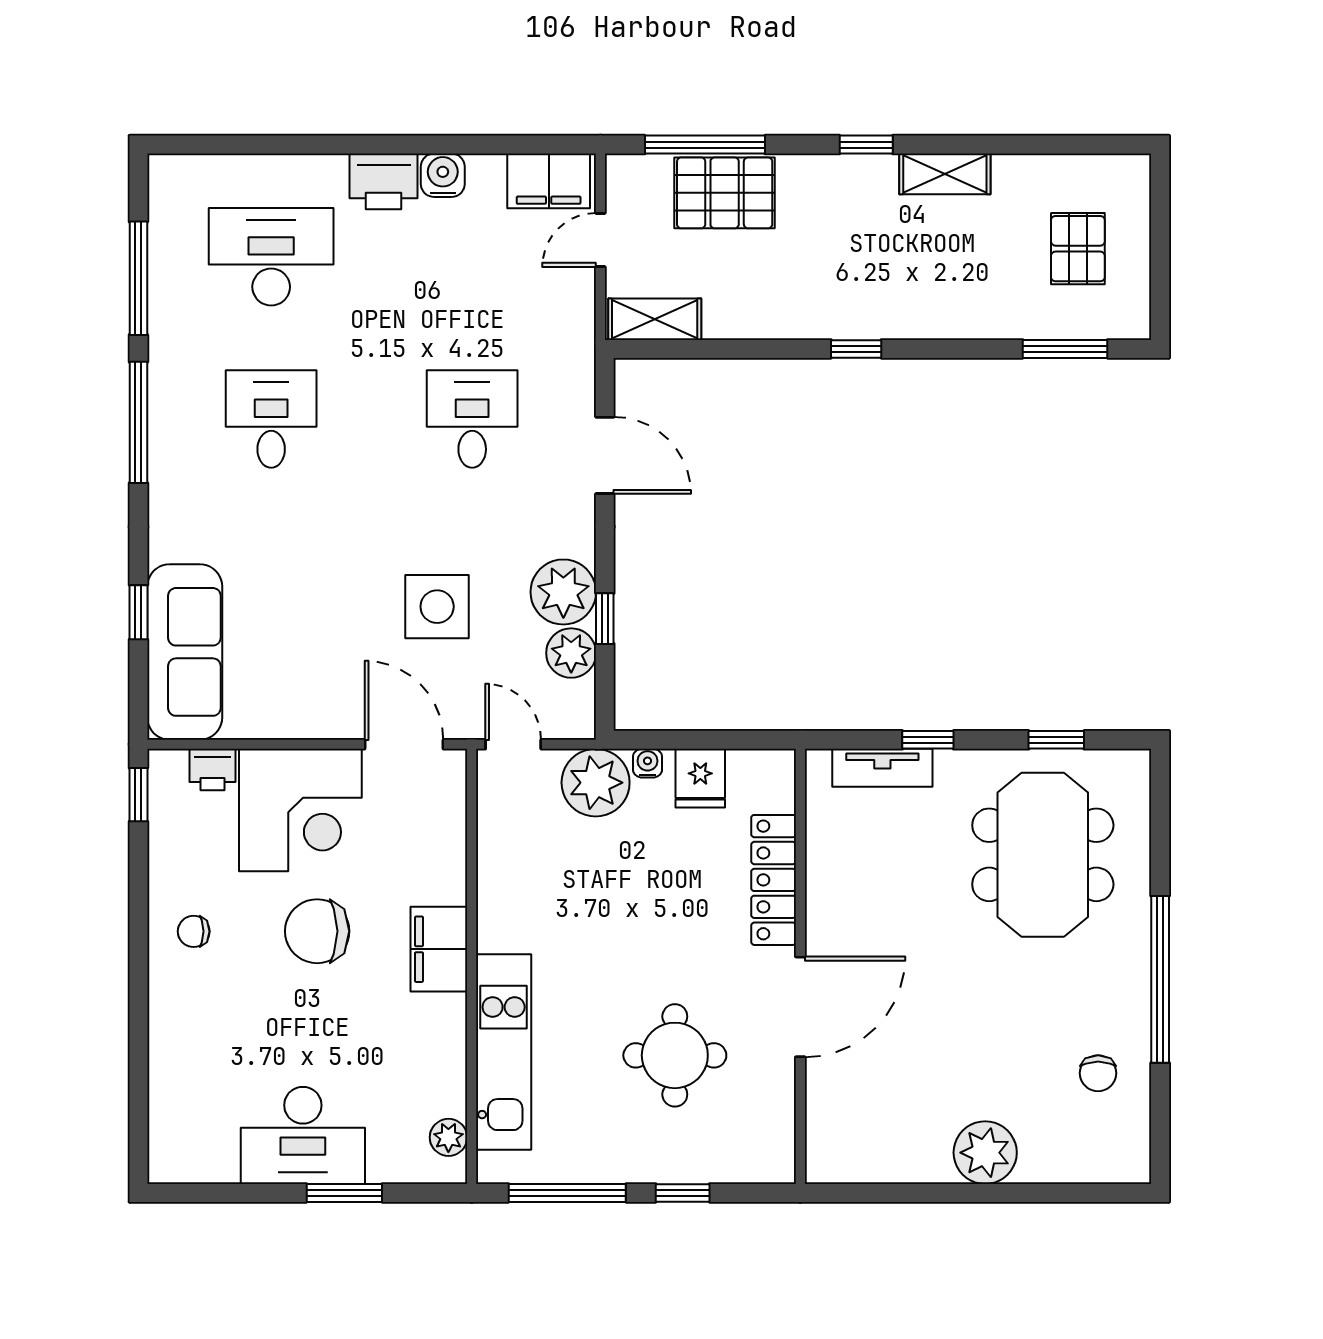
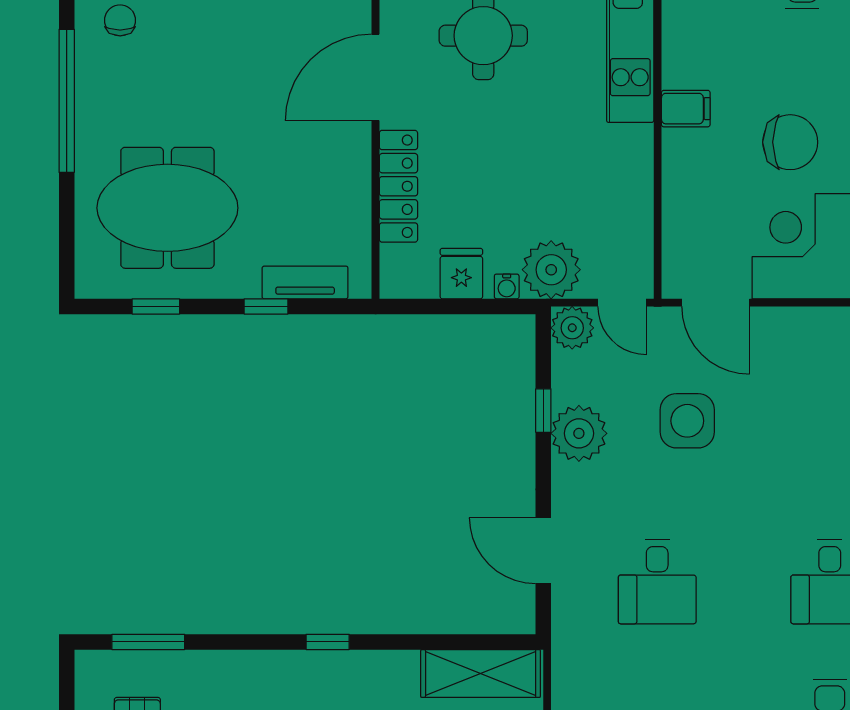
shelving: (655, 319) -> (481, 673), width x1.50, depth x1.33
plant: (571, 653) -> (572, 328), moved
meeting table: (1043, 855) -> (167, 208), turned 90
filing cabinet: (439, 949) -> (686, 109), width x0.50

